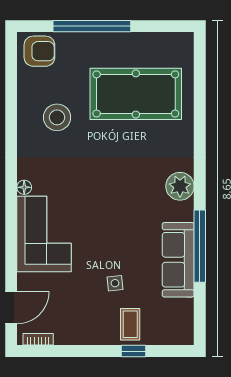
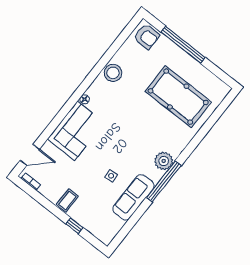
stool: (57, 117) -> (113, 73), moved
window: (200, 246) -> (164, 181), moved
side table: (115, 283) -> (111, 176), moved
coffee table: (130, 324) -> (67, 200), moved

